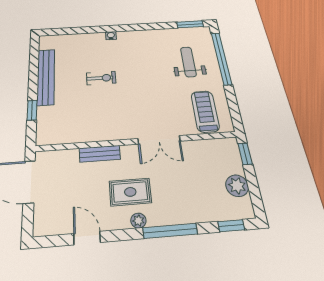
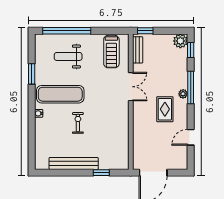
window: (190, 24) -> (32, 74), moved
exercise mat: (138, 56) -> (60, 94), added
treadmill: (205, 111) -> (111, 52), turned -90
bench: (100, 154) -> (138, 50), moved
plant: (237, 186) -> (180, 41), moved
plant: (138, 221) -> (183, 94), moved

